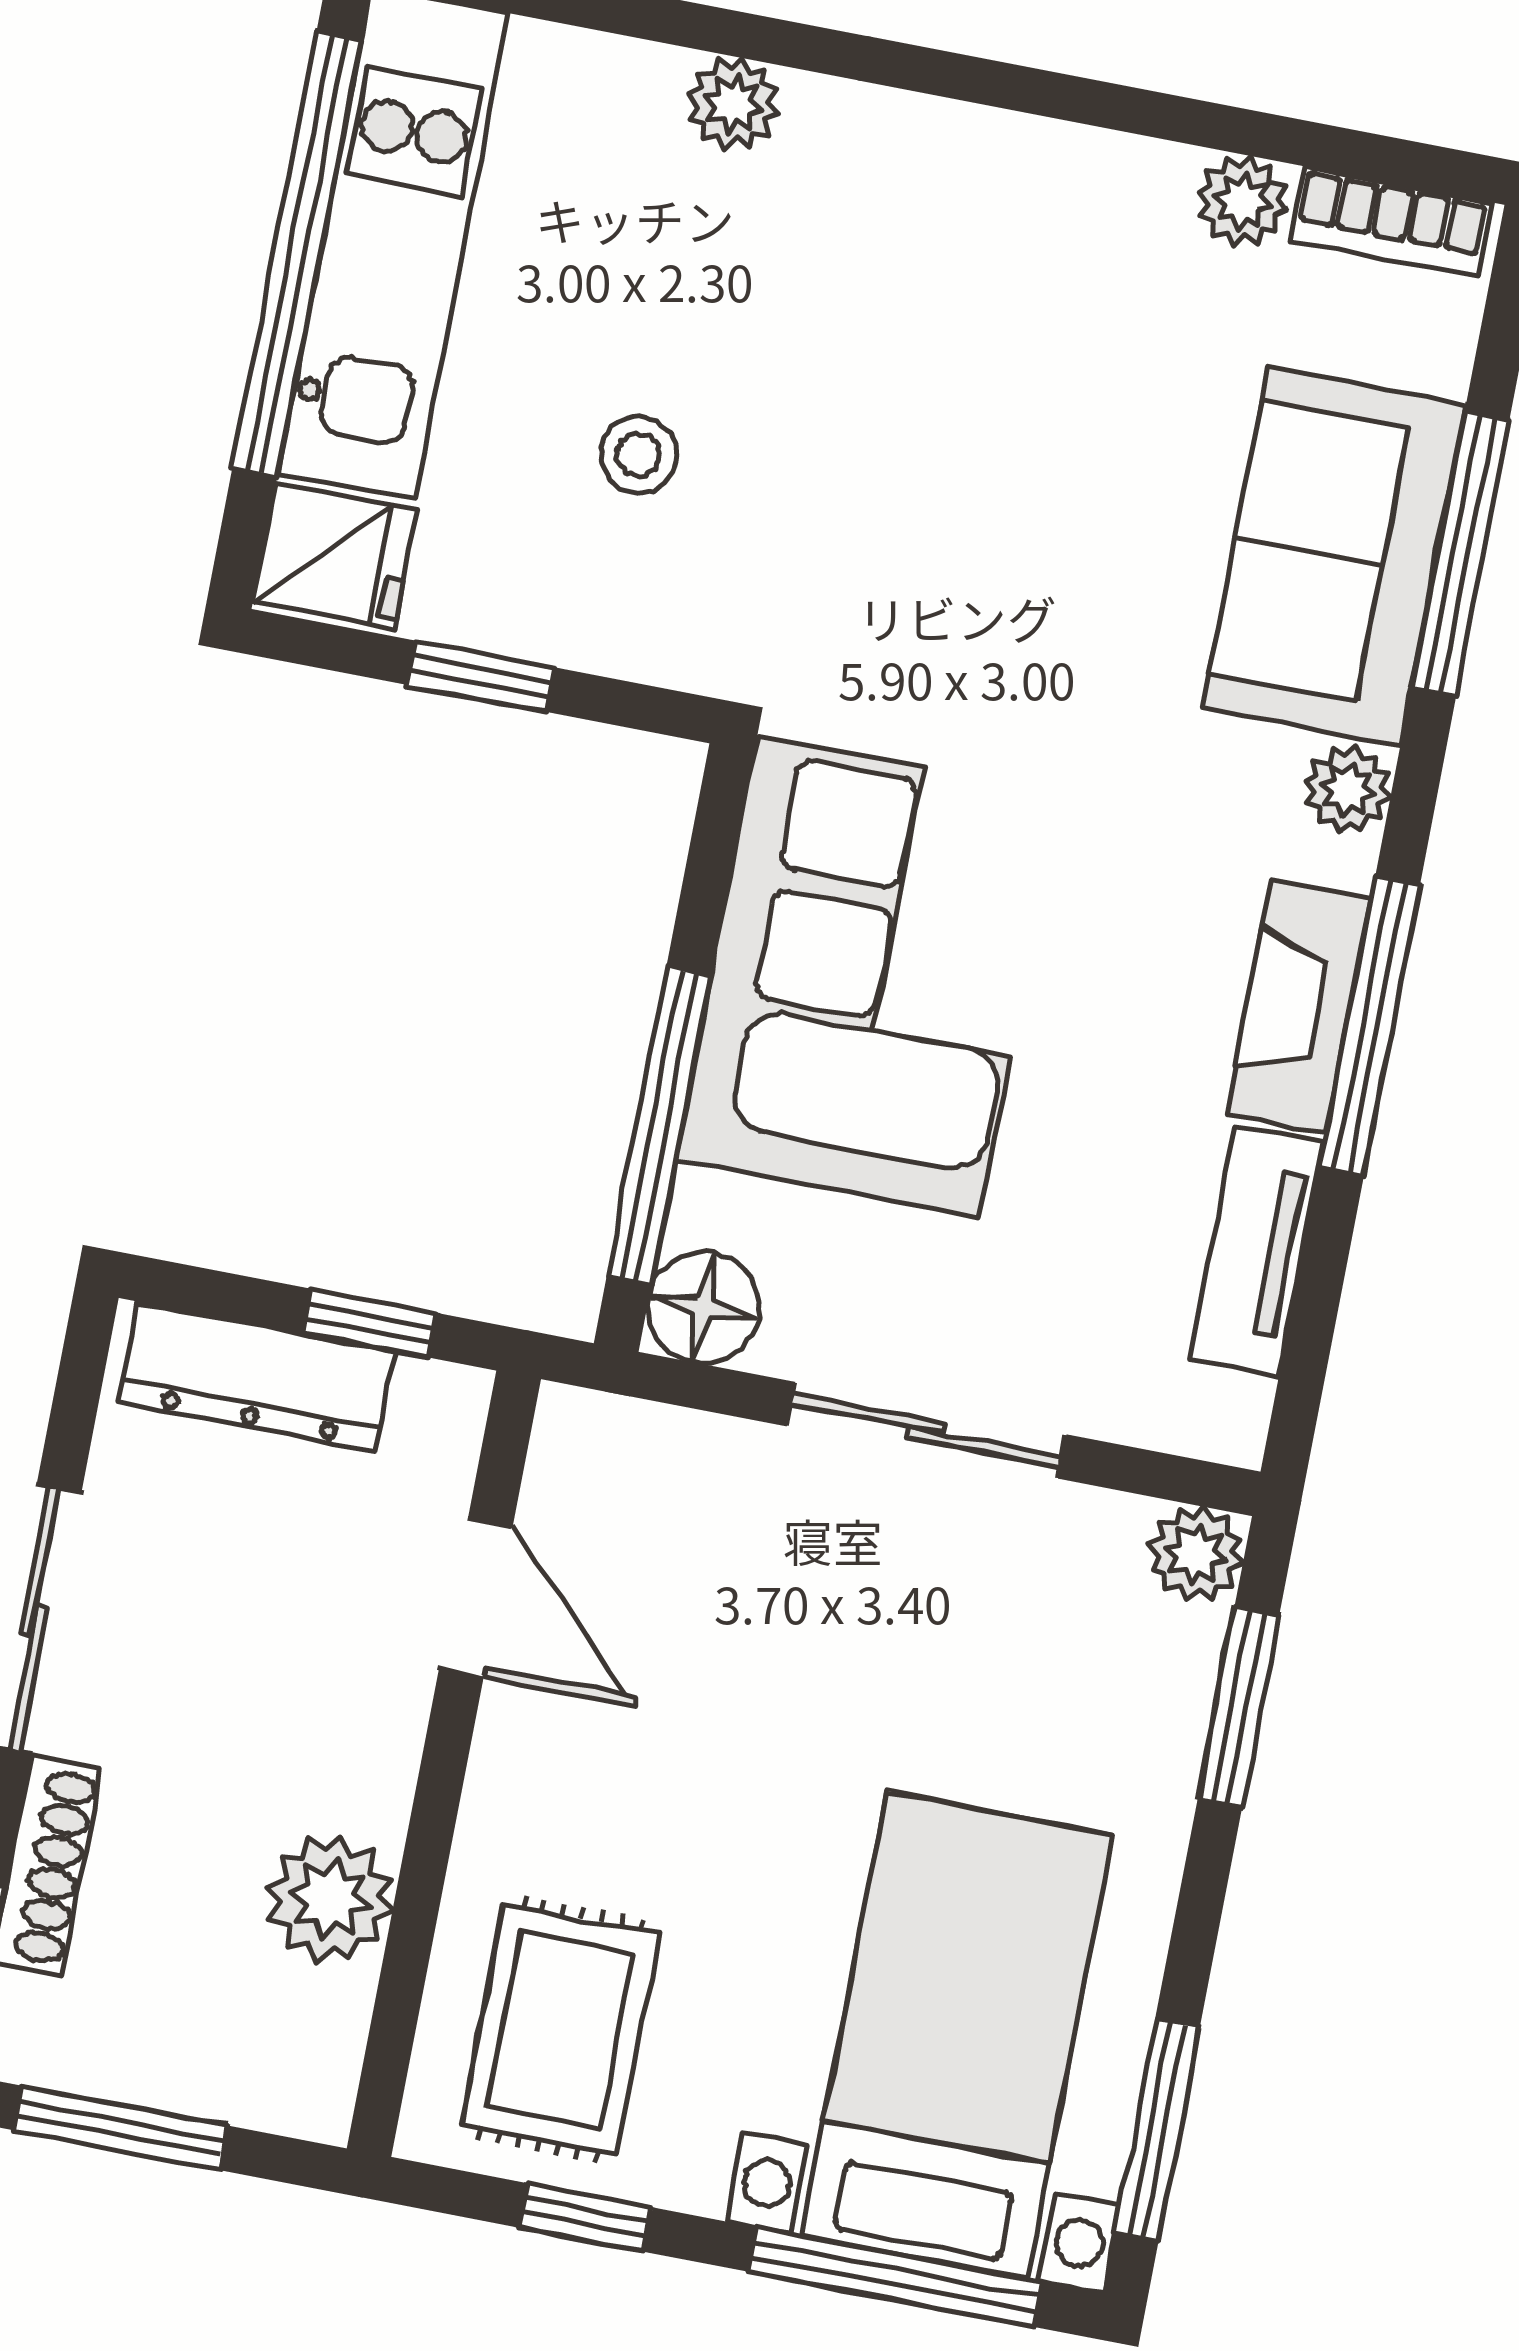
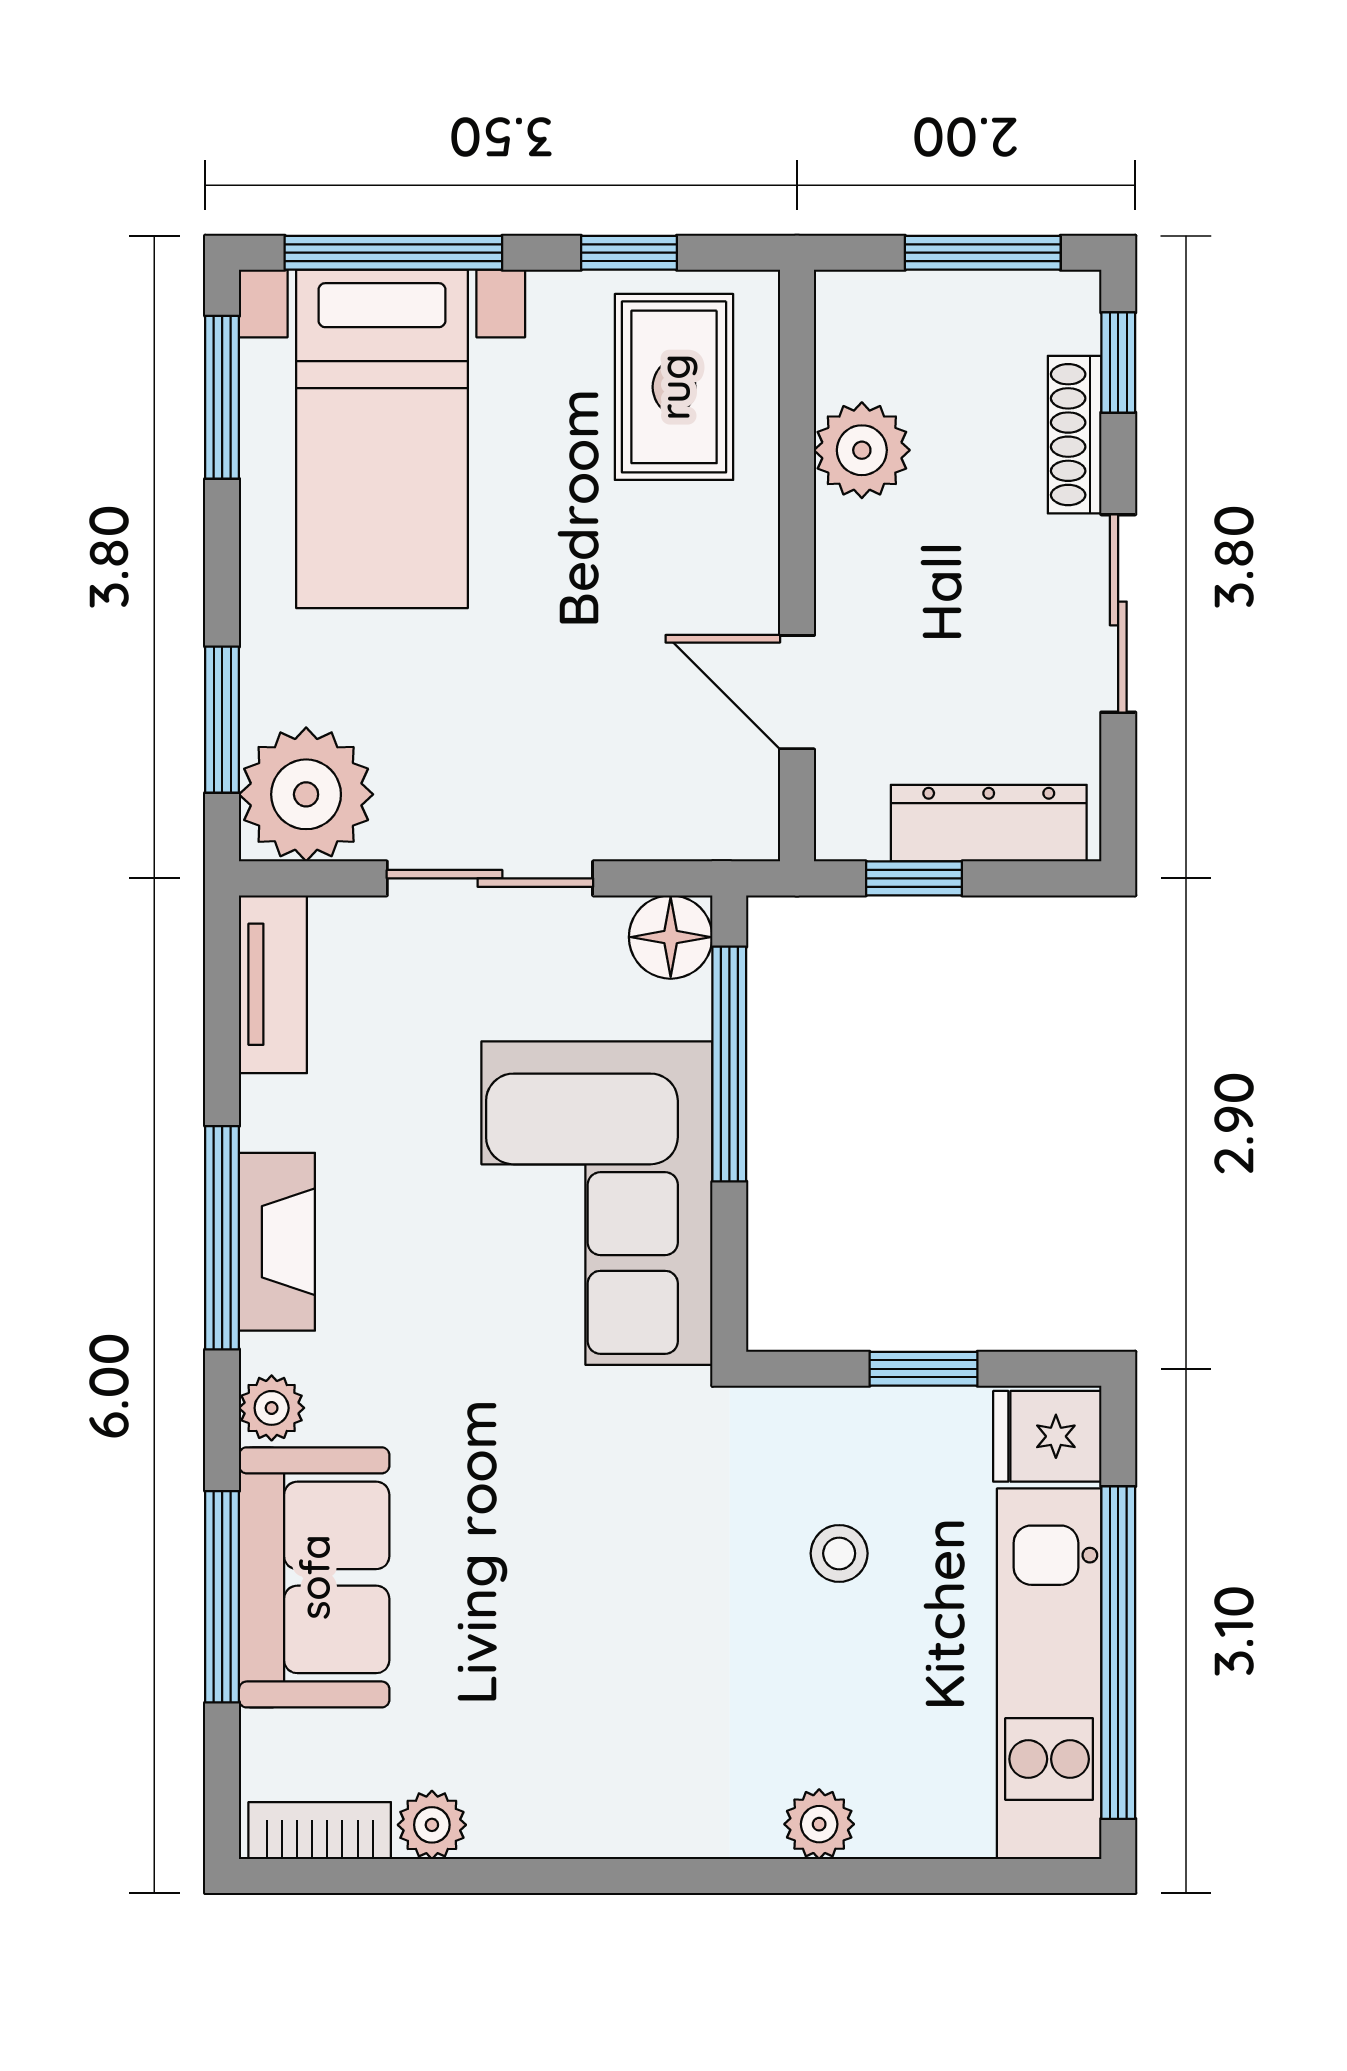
tv unit: (1257, 1250) -> (273, 984), moved
plant: (1196, 1554) -> (306, 794), width x1.88, depth x1.88

